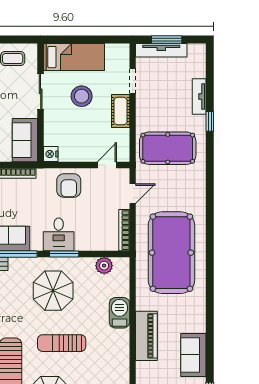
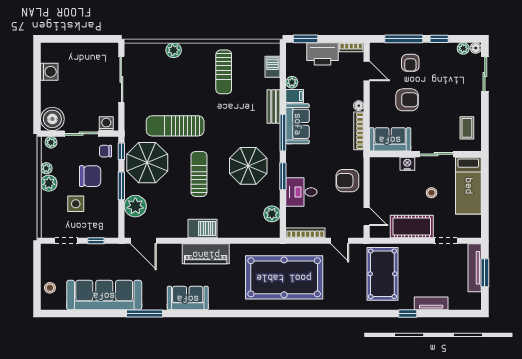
stool: (82, 96) -> (431, 193), width x0.53, depth x0.53
cot: (121, 111) -> (412, 227), width x1.37, depth x1.34
nightstand: (51, 154) -> (407, 164), moved
desk: (59, 234) -> (301, 192), moved
barbecue: (119, 313) -> (203, 228), moved

